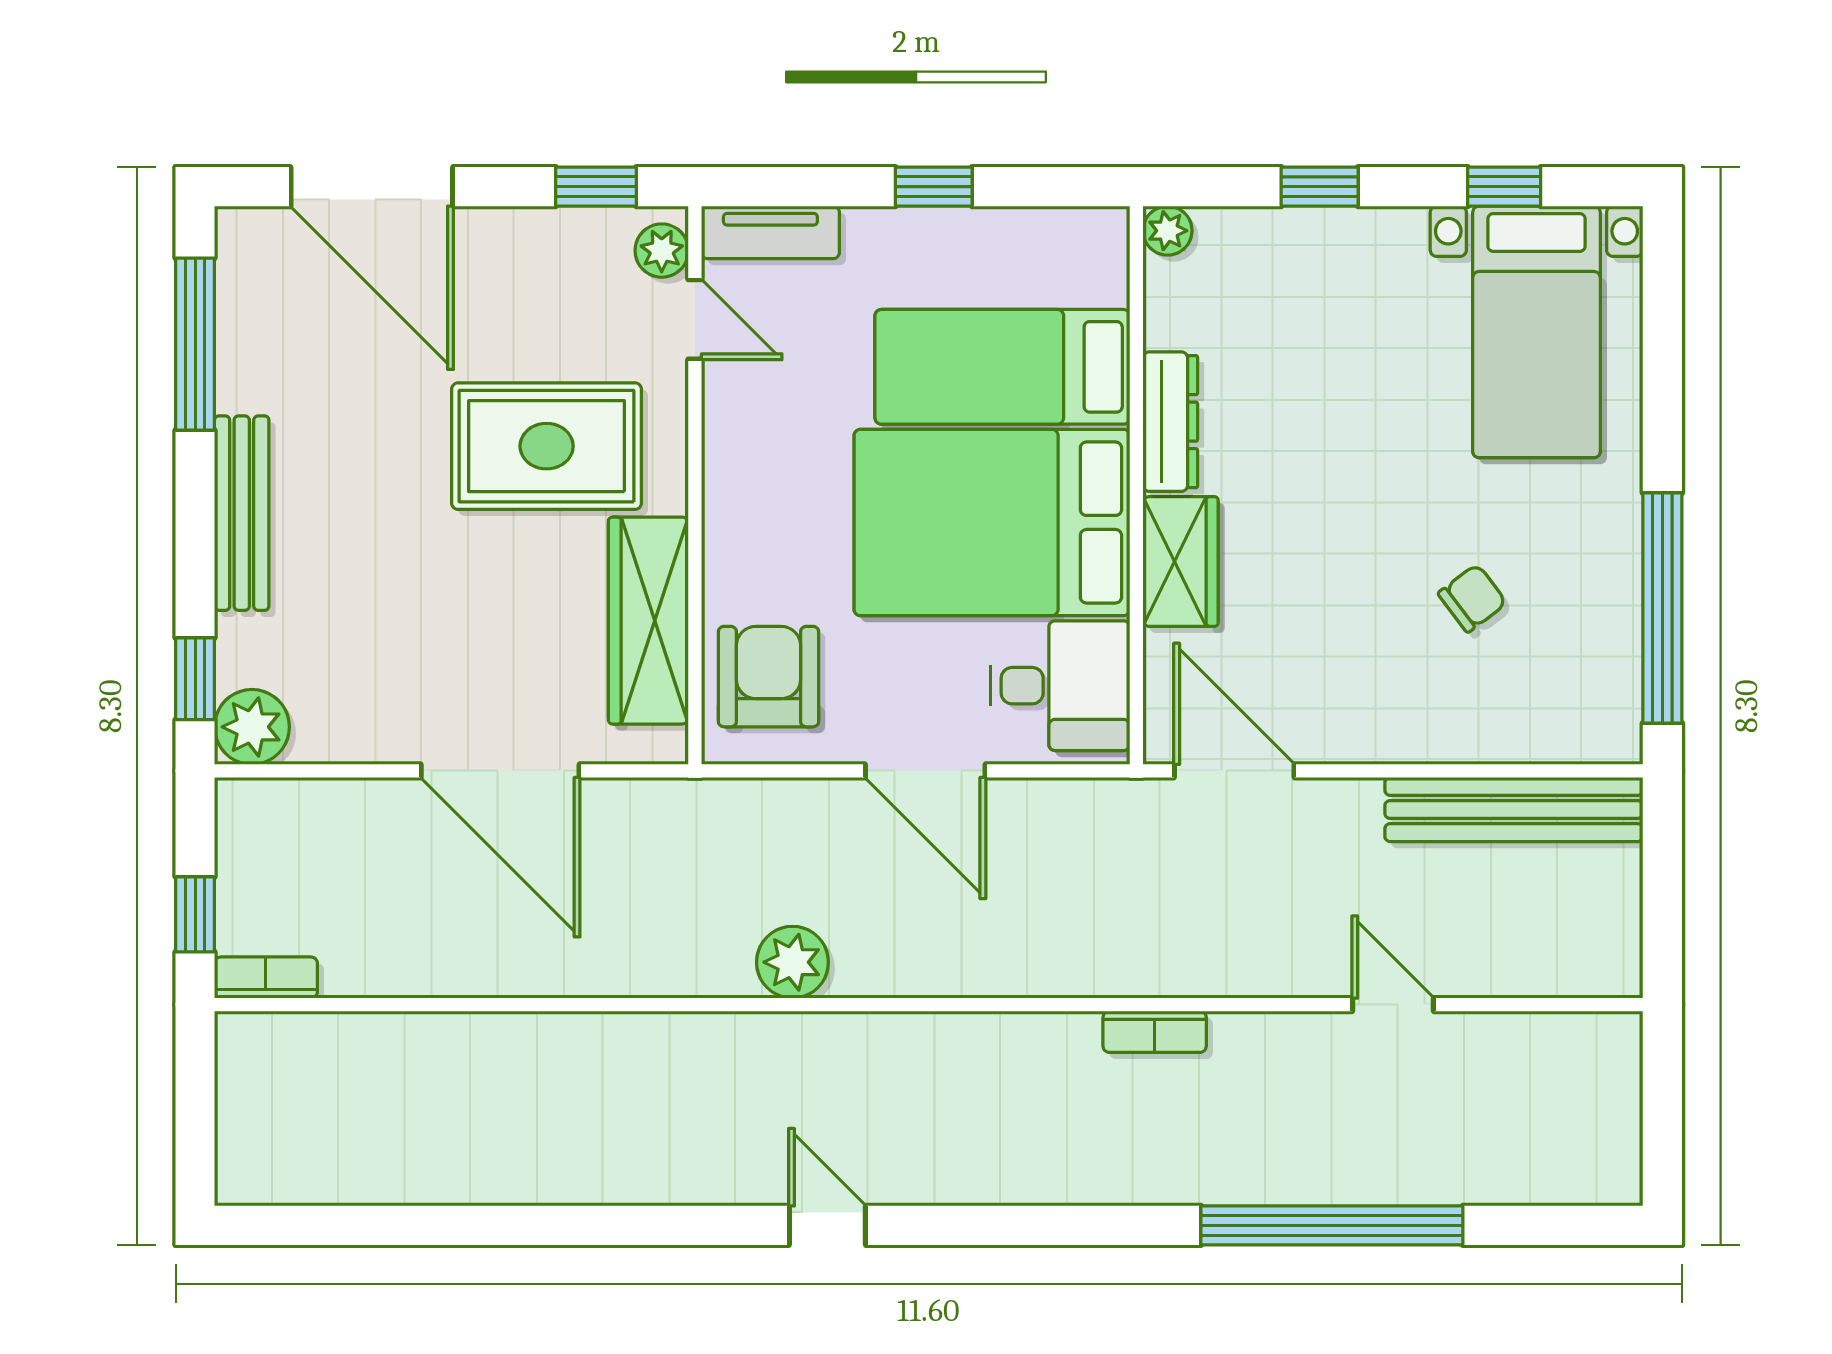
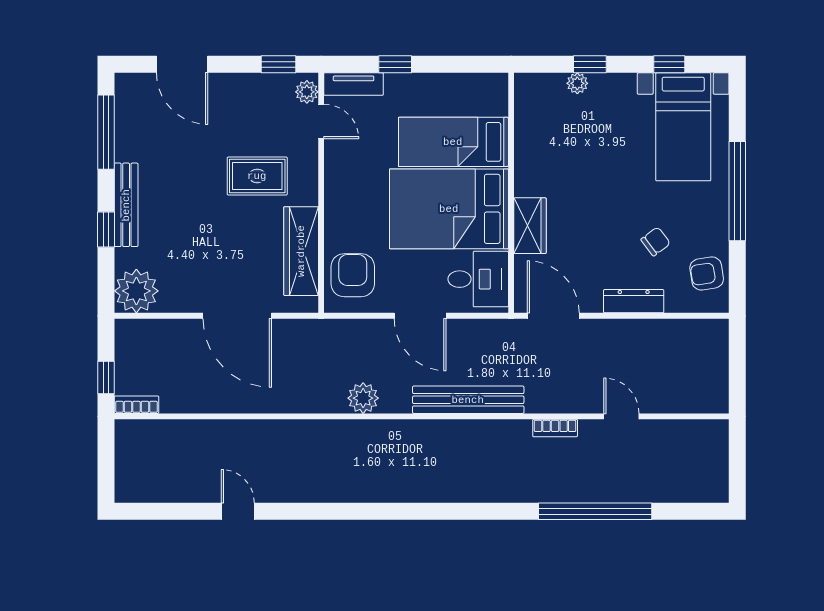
door: (372, 187) -> (182, 64), width x0.73
window: (934, 187) -> (395, 64), moved
plant: (1167, 231) -> (577, 83), moved
dresser: (1170, 422) -> (634, 301), moved, turned -90
rug: (547, 446) -> (257, 176), width x0.73, depth x0.70
window: (1662, 608) -> (737, 191), moved
armchair: (1591, 673) -> (707, 273), added
window: (195, 679) -> (106, 229), moved
plant: (252, 727) -> (136, 291), width x1.36, depth x1.36
bench: (1514, 809) -> (468, 400), moved
bookcase: (1155, 1032) -> (555, 428), moved
door: (827, 1225) -> (238, 511), moved

